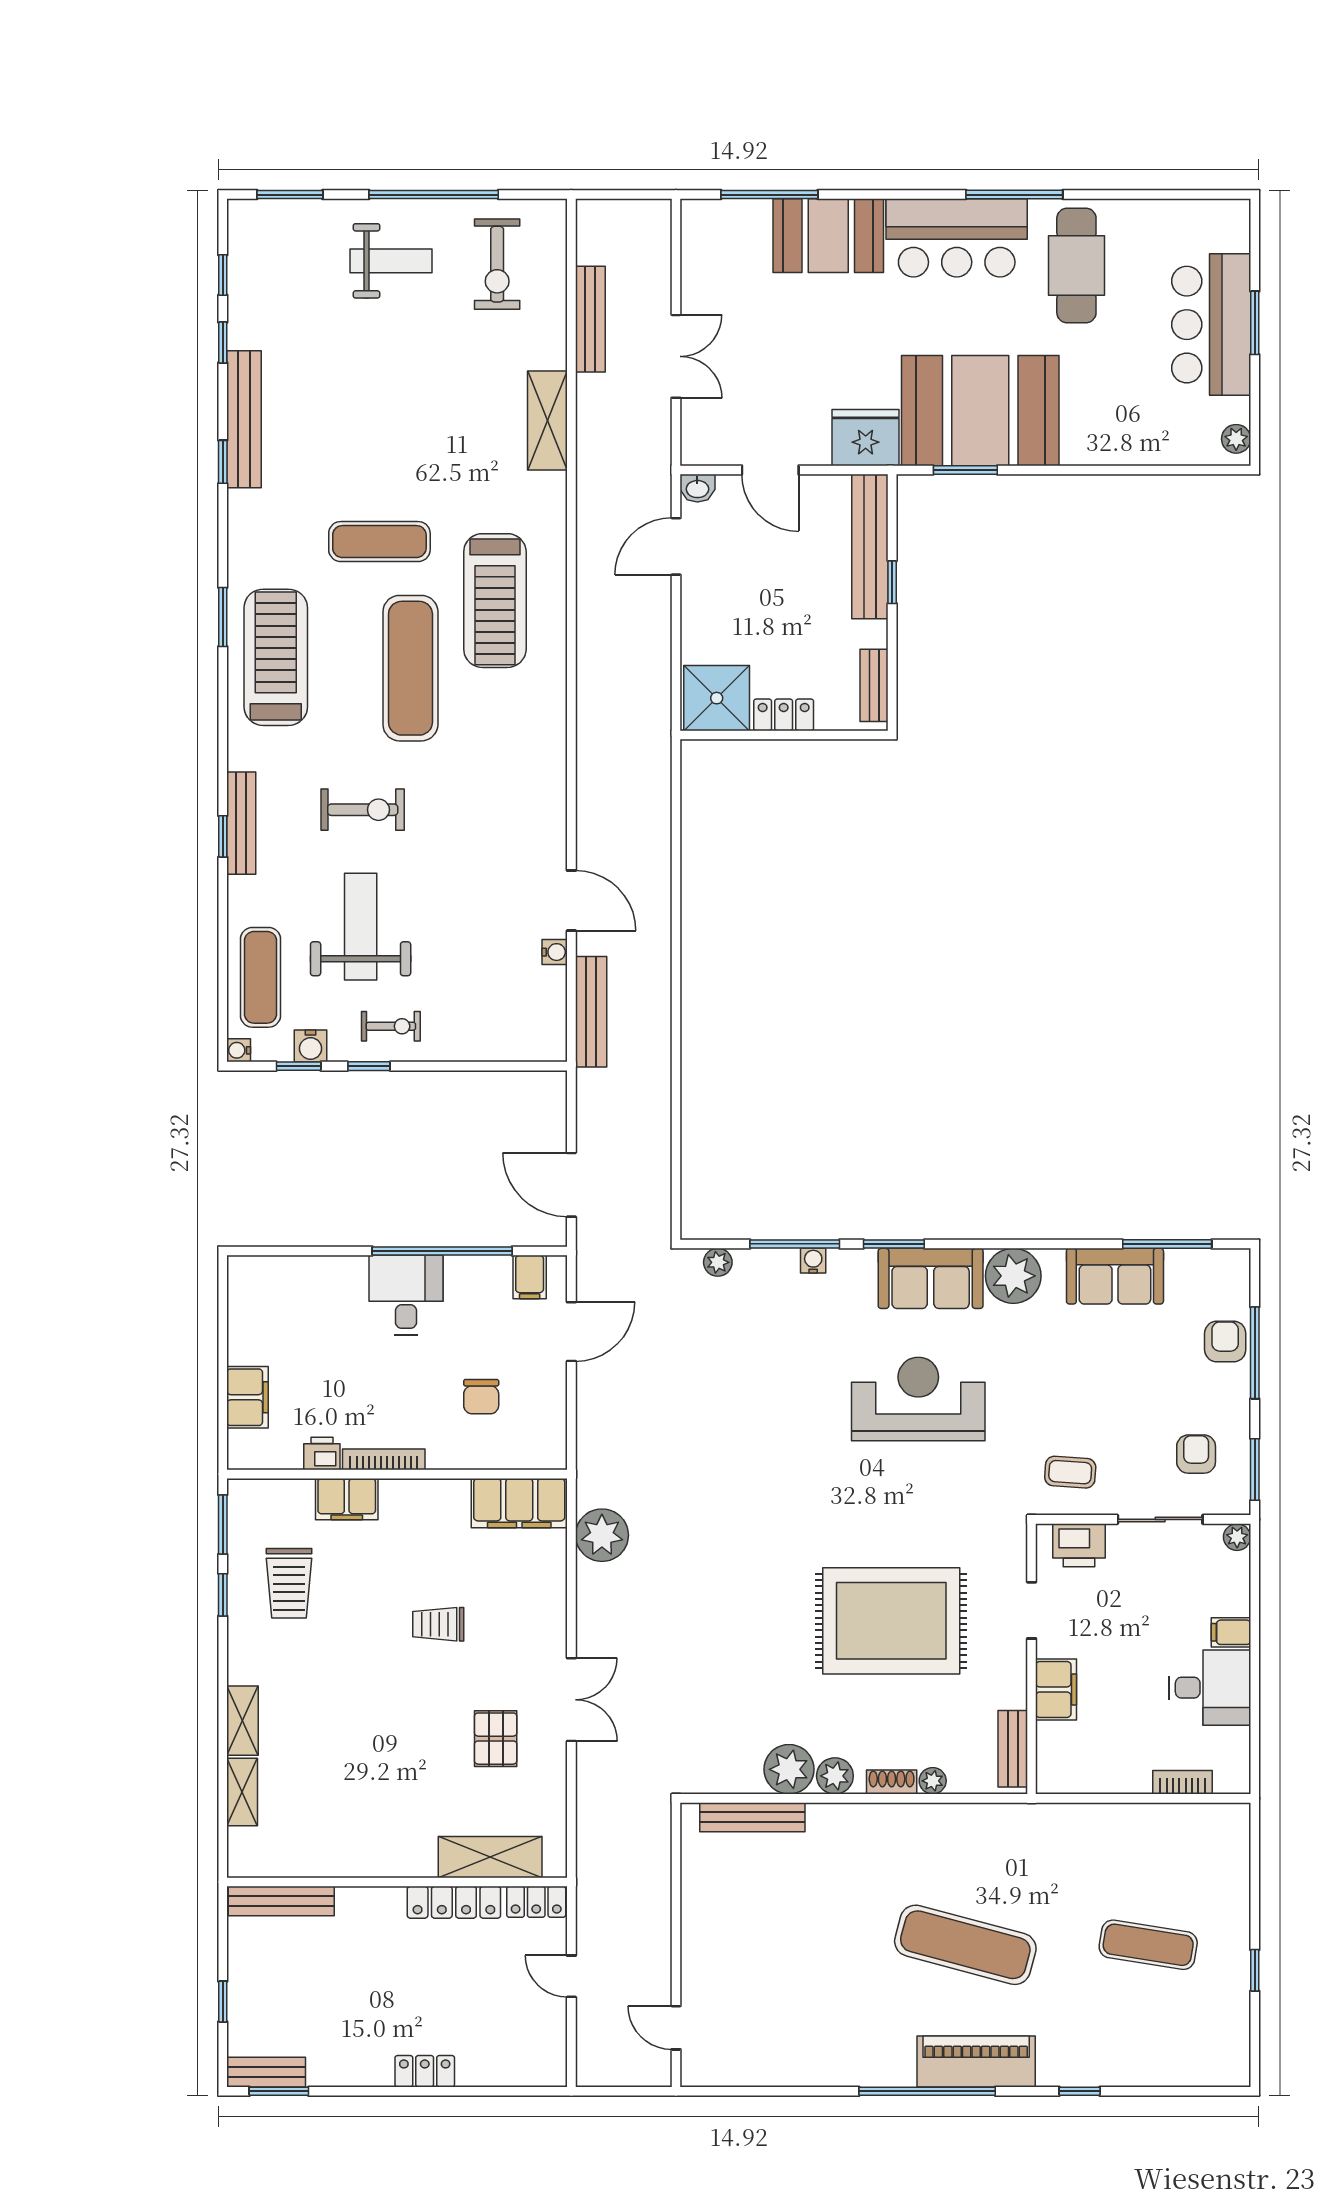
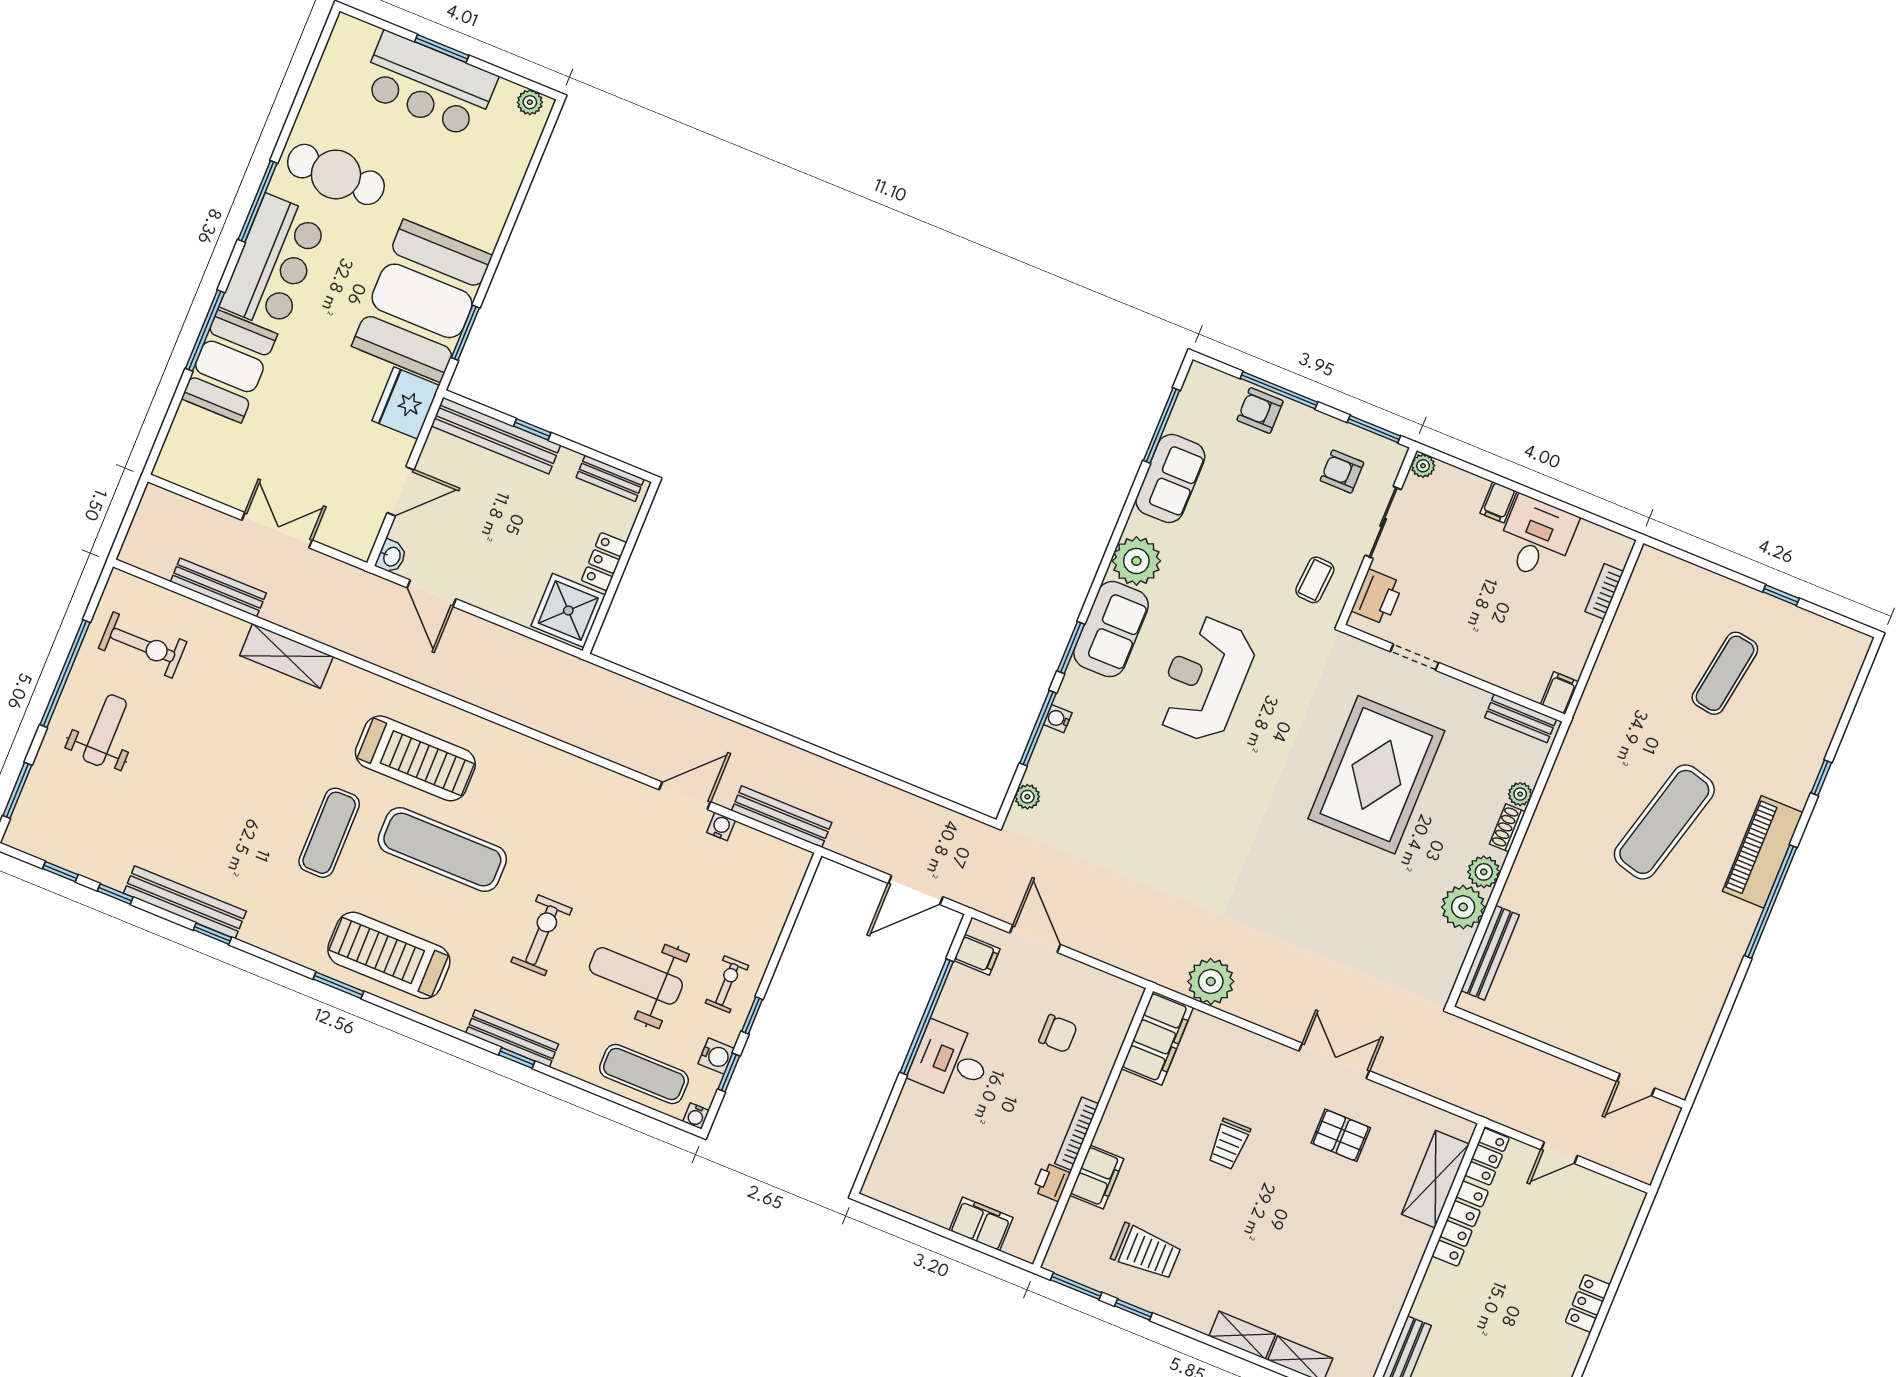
window: (769, 195) -> (205, 331), moved
filing cabinet: (1056, 1689) -> (1560, 693), moved, width x0.50

